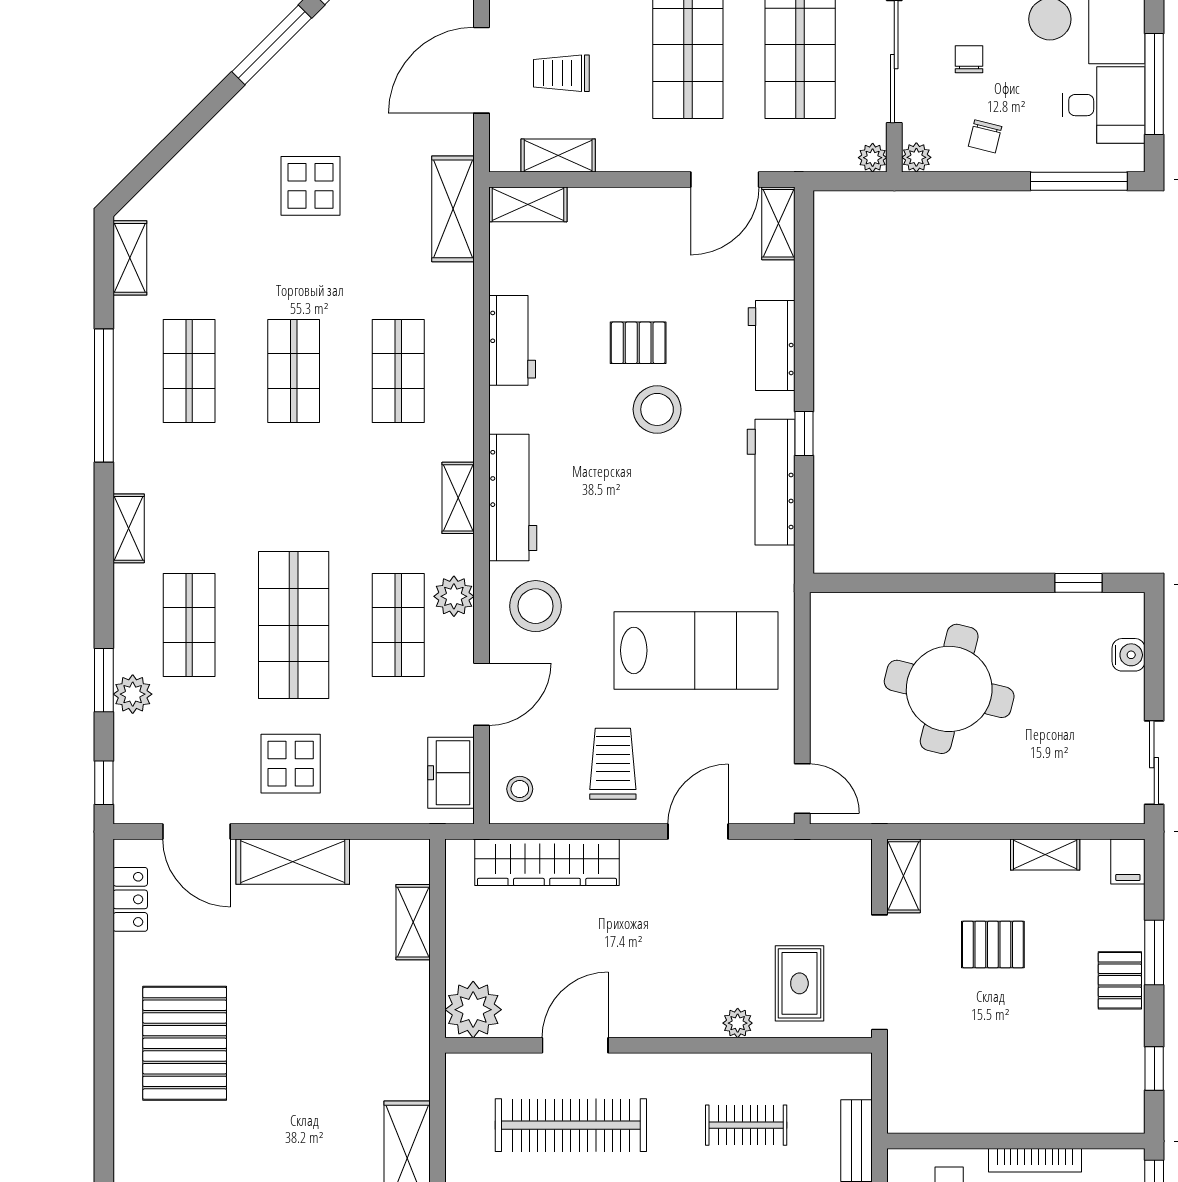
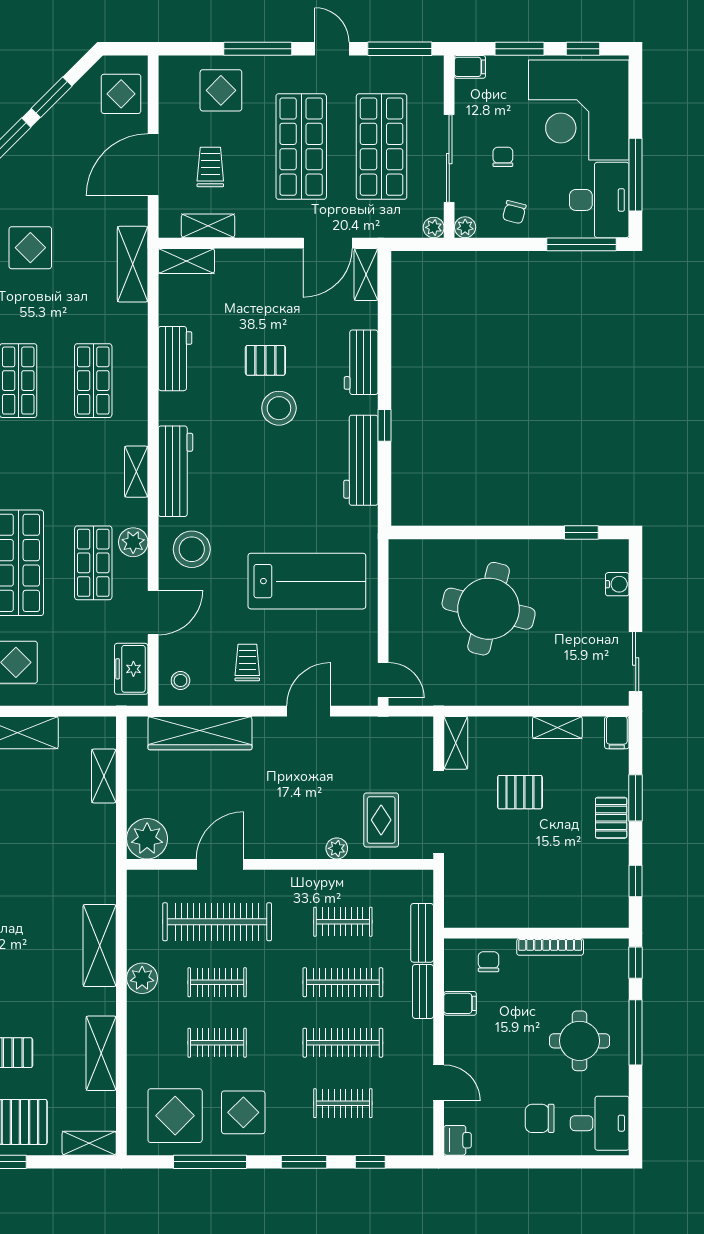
trolley: (561, 73) -> (210, 167), turned 90
desk: (1104, 105) -> (599, 200), width x1.37
trolley: (613, 764) -> (247, 662), width x0.73, depth x0.72

